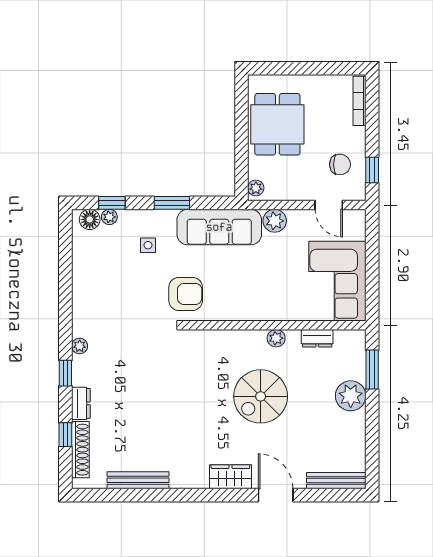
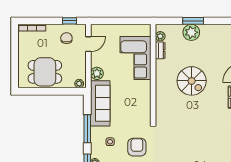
window: (172, 203) -> (87, 129), width x1.44
corner sofa: (337, 281) -> (136, 58), moved, turned 90
armchair: (186, 294) -> (137, 147), moved
plant: (276, 338) -> (160, 36), moved
window: (372, 369) -> (193, 21), moved

